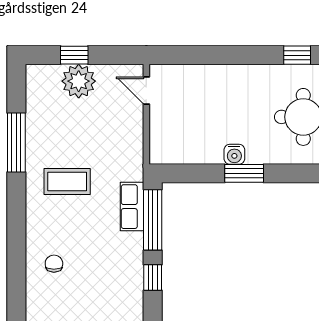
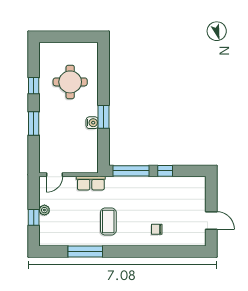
window: (233, 55) -> (34, 123), added
plant: (79, 81) -> (44, 210), width x0.53, depth x0.53
row of seats: (132, 207) -> (91, 183), moved

